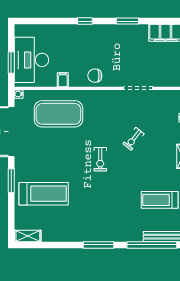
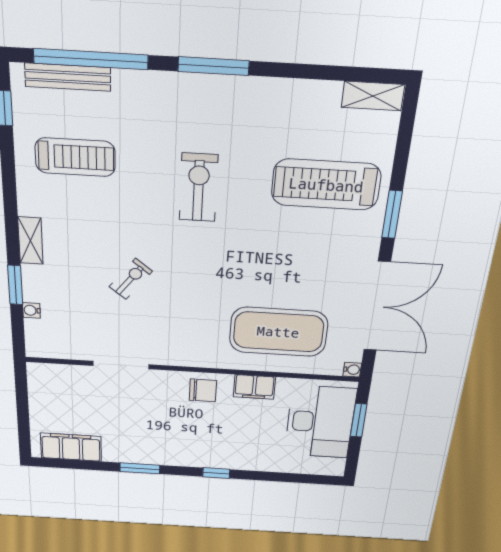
filing cabinet: (63, 80) -> (254, 387), width x2.00
exercise bike: (100, 159) -> (198, 188), moved, width x1.38, depth x1.39

